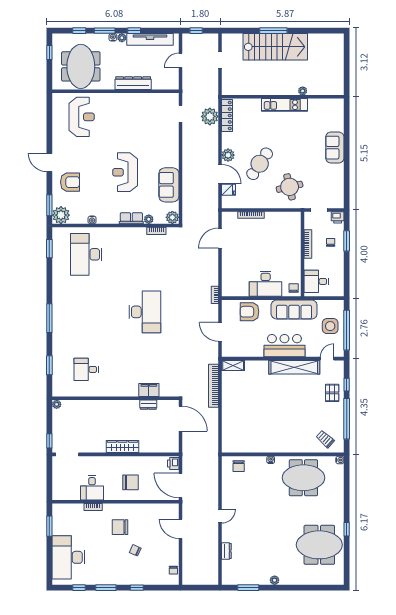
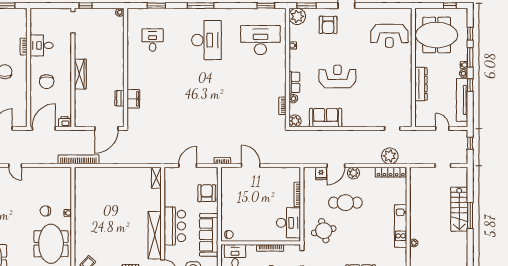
stairs: (275, 47) -> (459, 209), width x0.73, depth x0.66
cafe table: (260, 164) -> (345, 203), turned -34
door: (220, 238) -> (251, 166), moved
desk: (266, 284) -> (288, 223), moved, turned 180
desk: (145, 312) -> (206, 40), moved, turned -90
bookcase: (213, 386) -> (79, 159), moved
chair: (239, 466) -> (45, 211), moved

